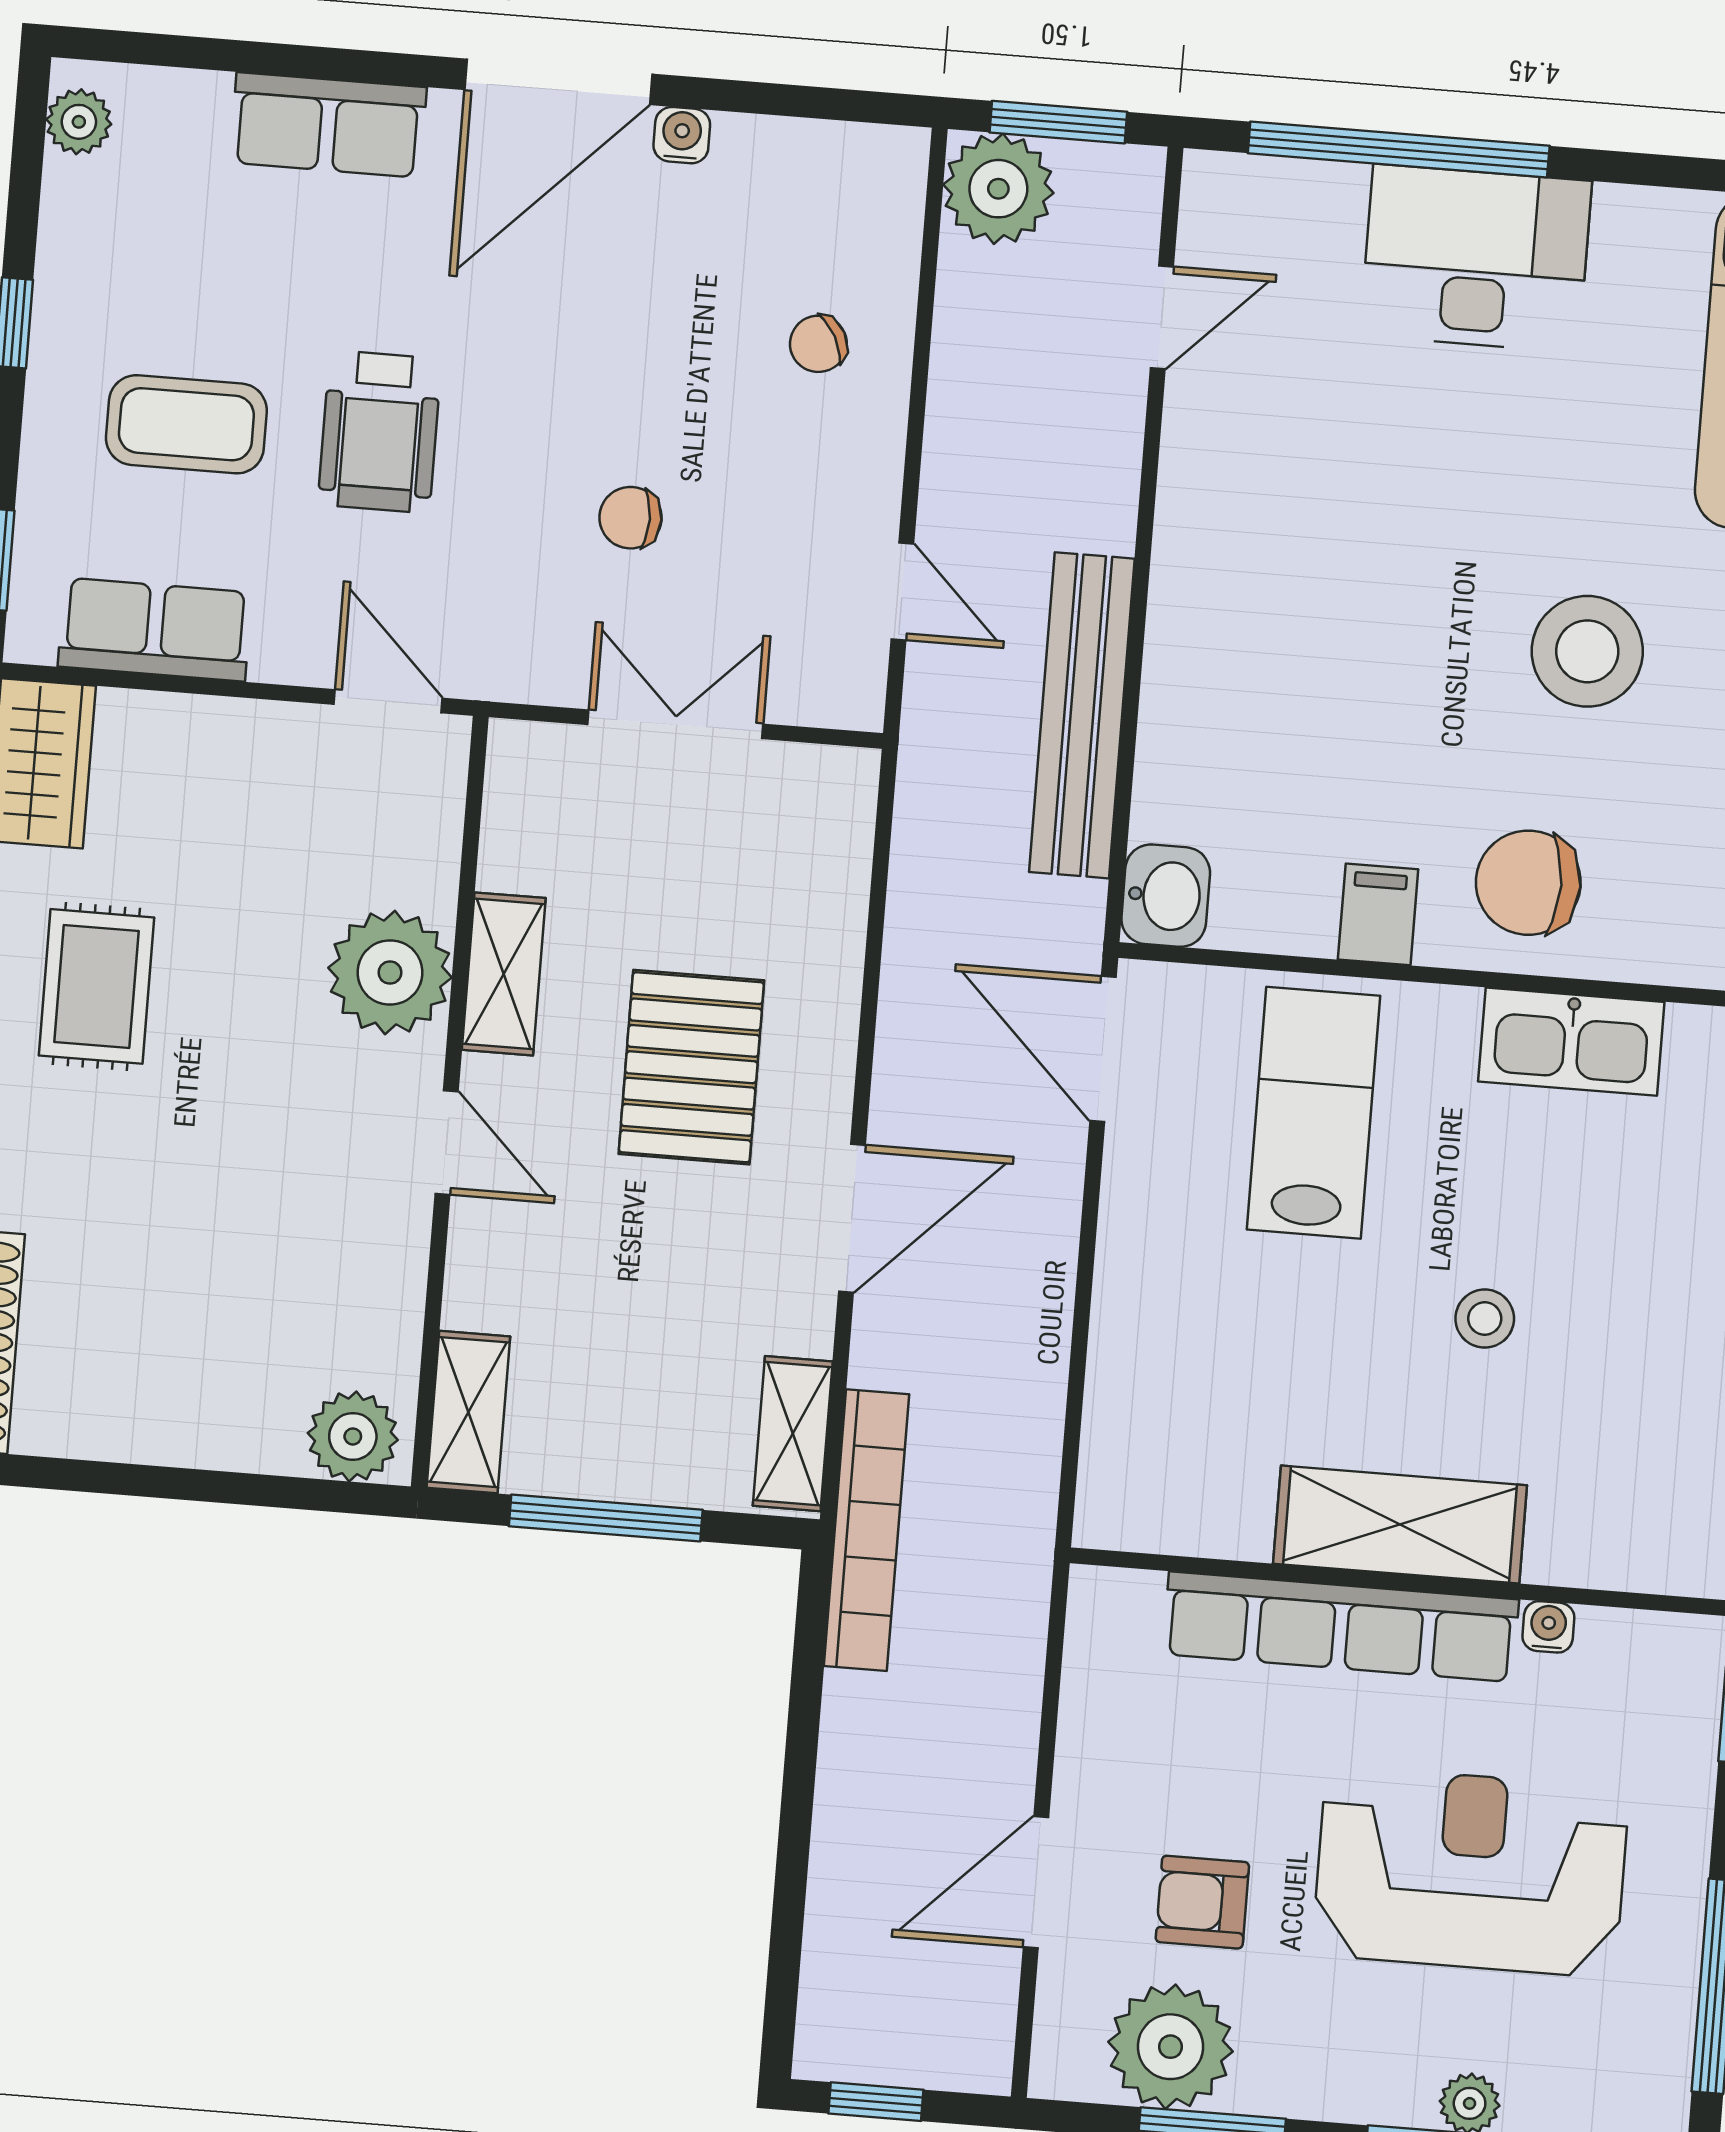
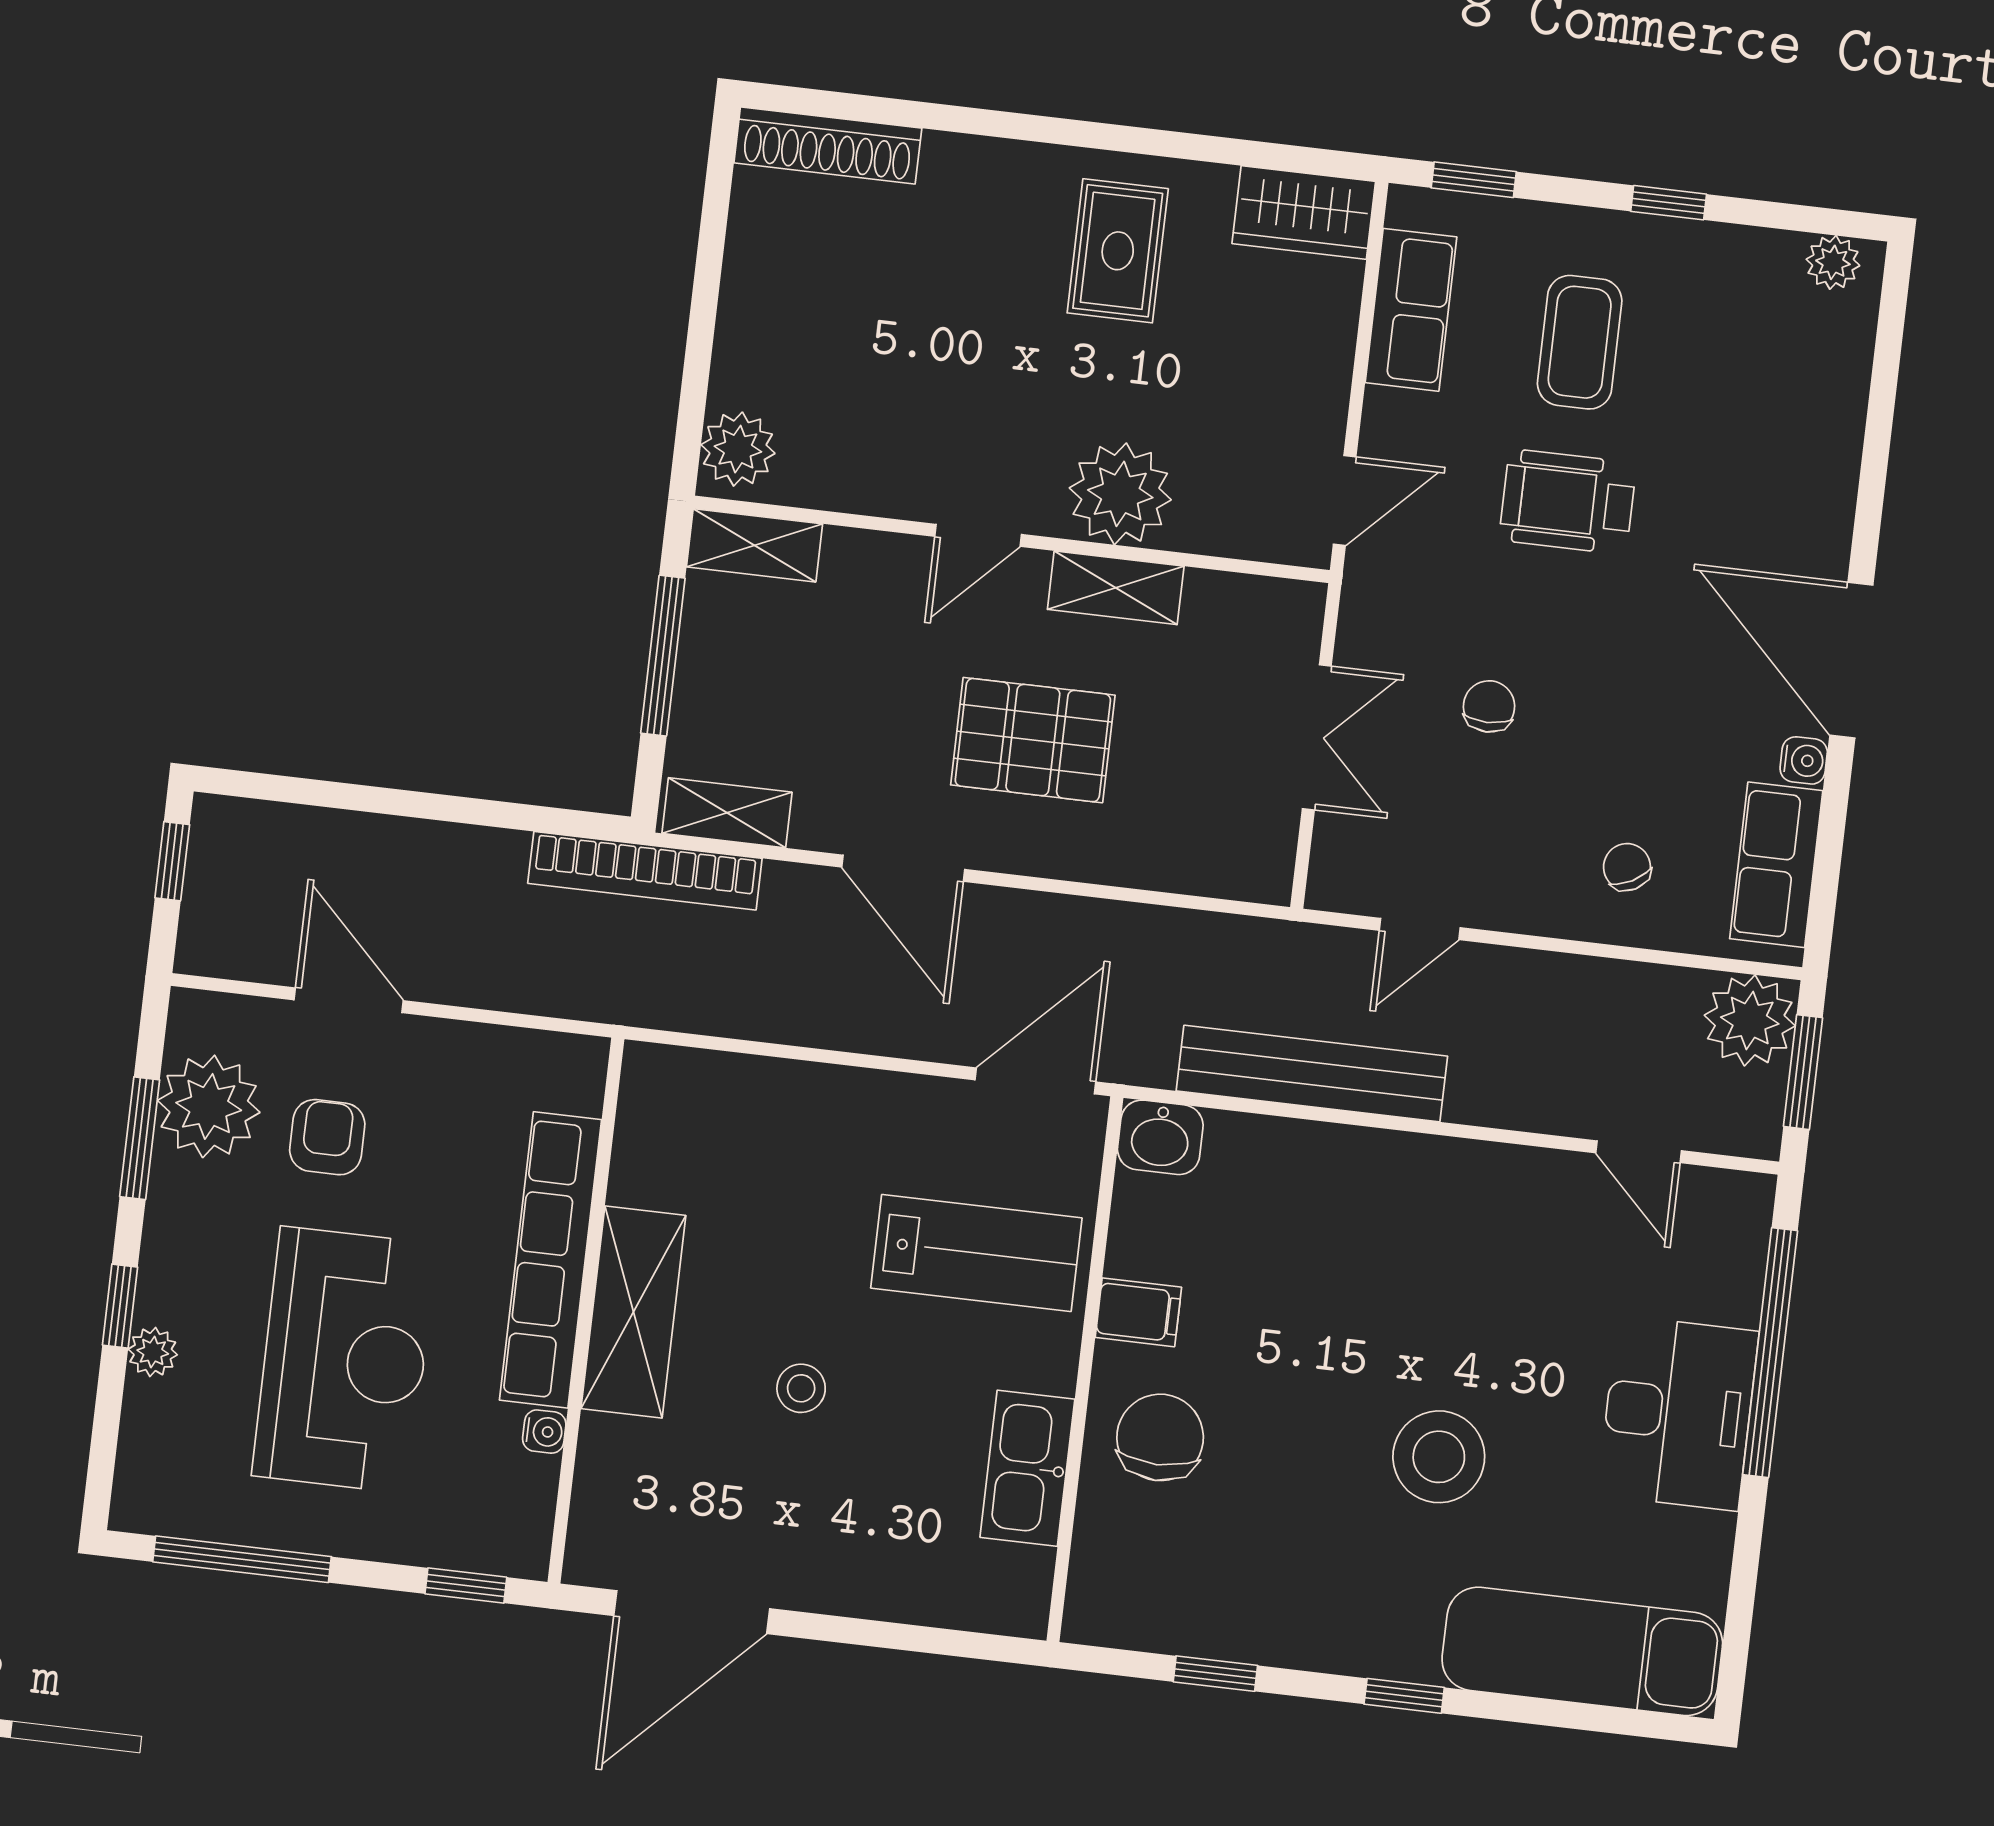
row of seats: (328, 125) -> (1776, 865), moved
stool: (1587, 651) -> (1439, 1457), moved
rug: (97, 986) -> (1118, 251), turned 90

